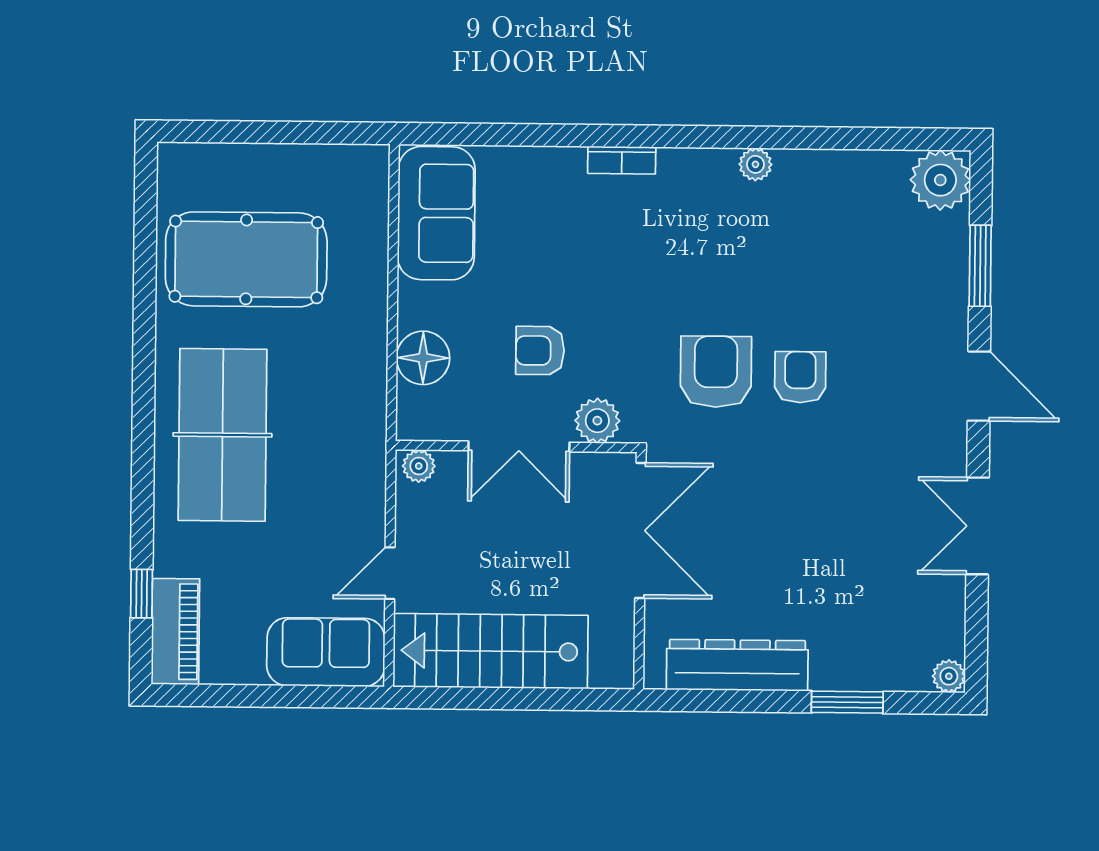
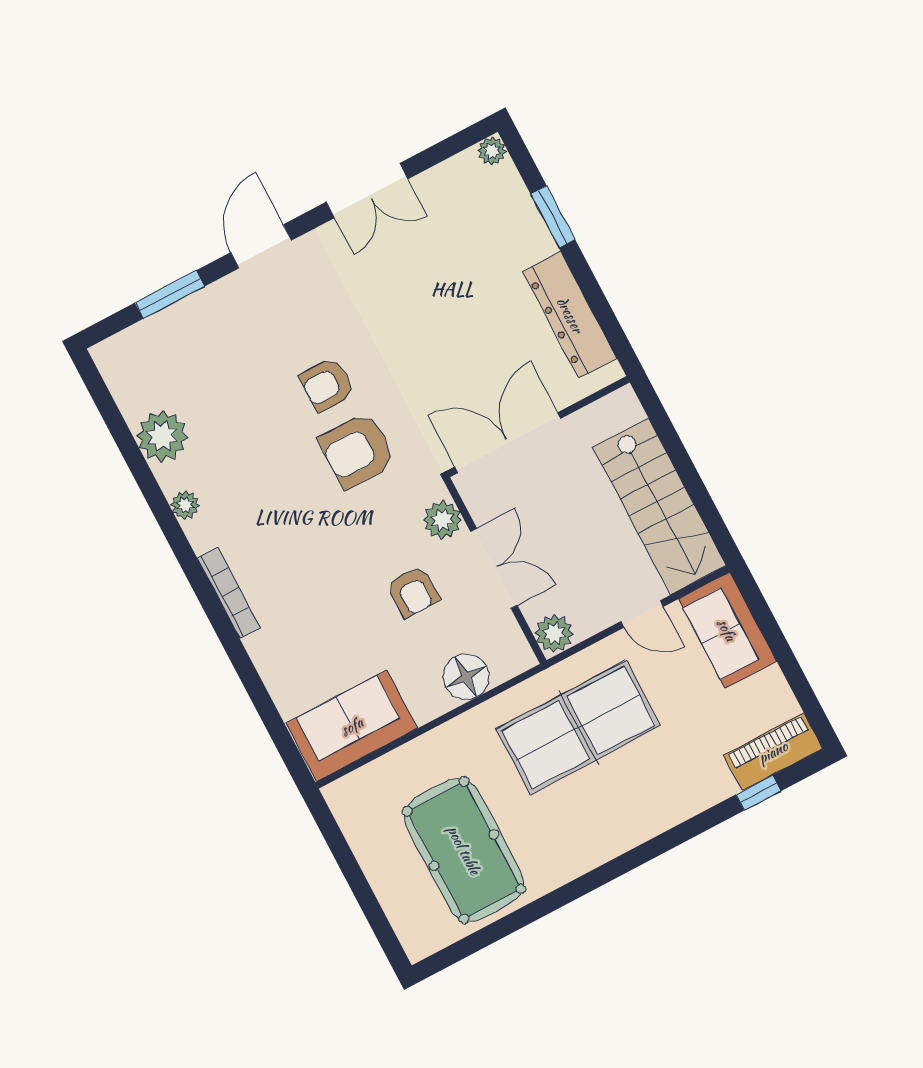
bookcase: (622, 160) -> (229, 593), width x1.56
plant: (940, 180) -> (162, 436), moved
table tennis table: (222, 435) -> (578, 728), moved
plant: (419, 466) -> (554, 633), width x1.38, depth x1.38

